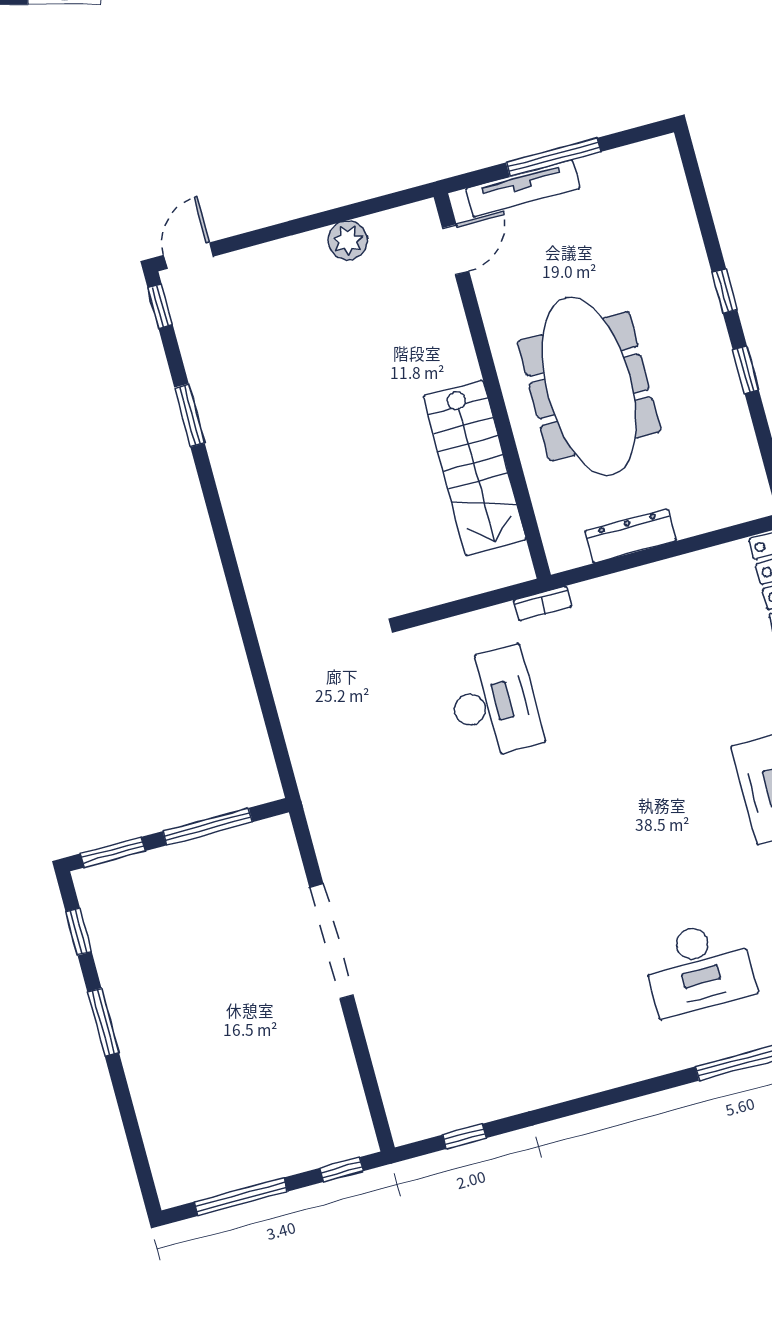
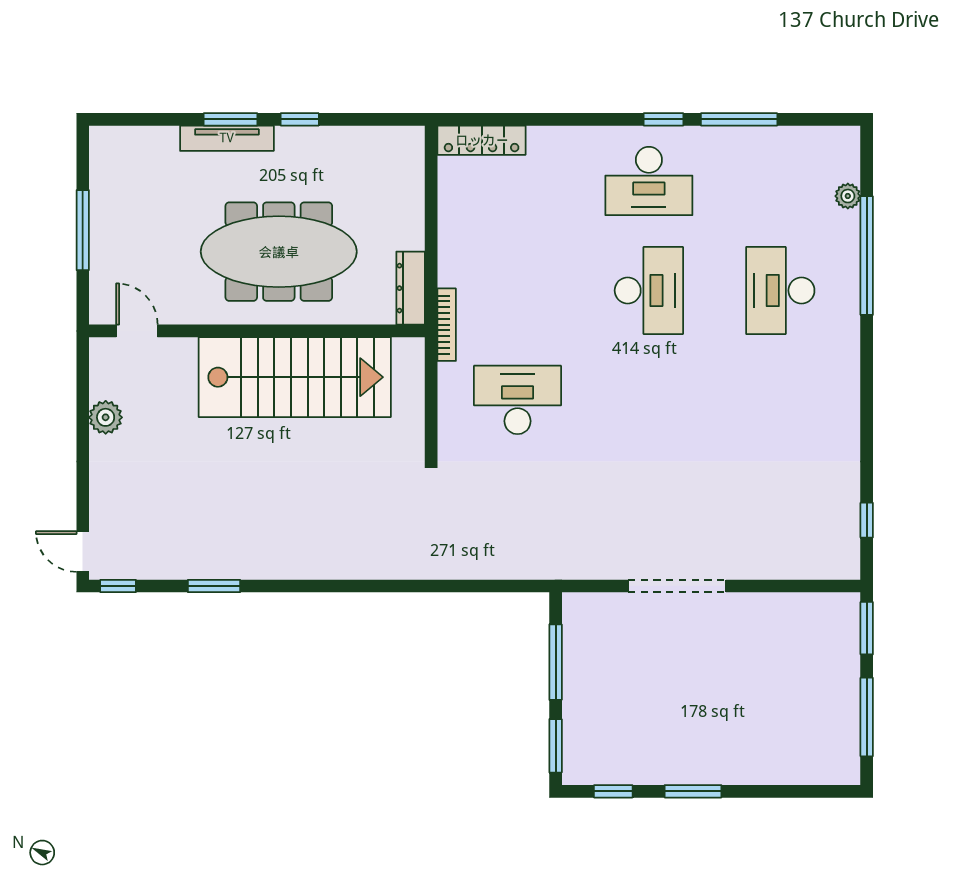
tv unit: (523, 188) -> (227, 138), moved, turned 90
window: (725, 291) -> (231, 119), width x1.50
stairs: (475, 468) -> (295, 377), width x1.36, depth x1.51
dresser: (631, 536) -> (411, 288), moved
bookcase: (543, 603) -> (447, 325), width x1.56
desk: (658, 819) -> (649, 290), added
desk: (699, 968) -> (780, 290), turned 180
window: (342, 1169) -> (867, 628), width x1.50

